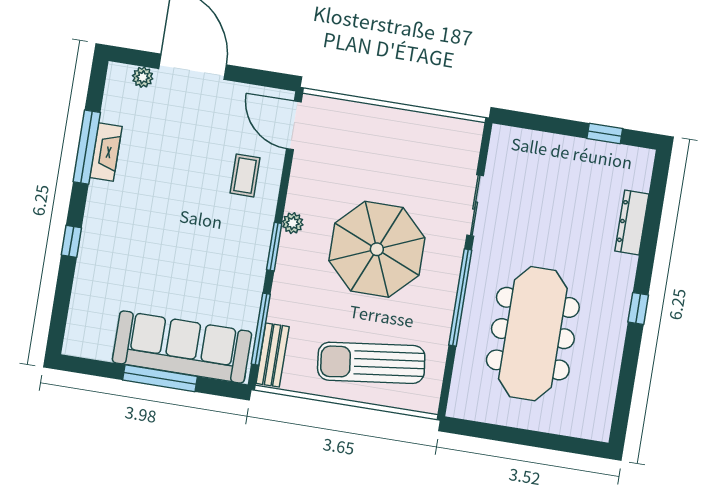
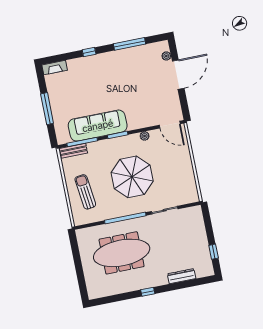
door: (294, 125) -> (170, 125), swing flipped
fireplace: (106, 152) -> (55, 68), moved
coffee table: (245, 175) -> (142, 112), removed
plant: (293, 223) -> (145, 136), moved
sofa: (182, 347) -> (98, 126), moved, turned -90
sun lounger: (371, 363) -> (85, 192), width x0.73, depth x0.75

